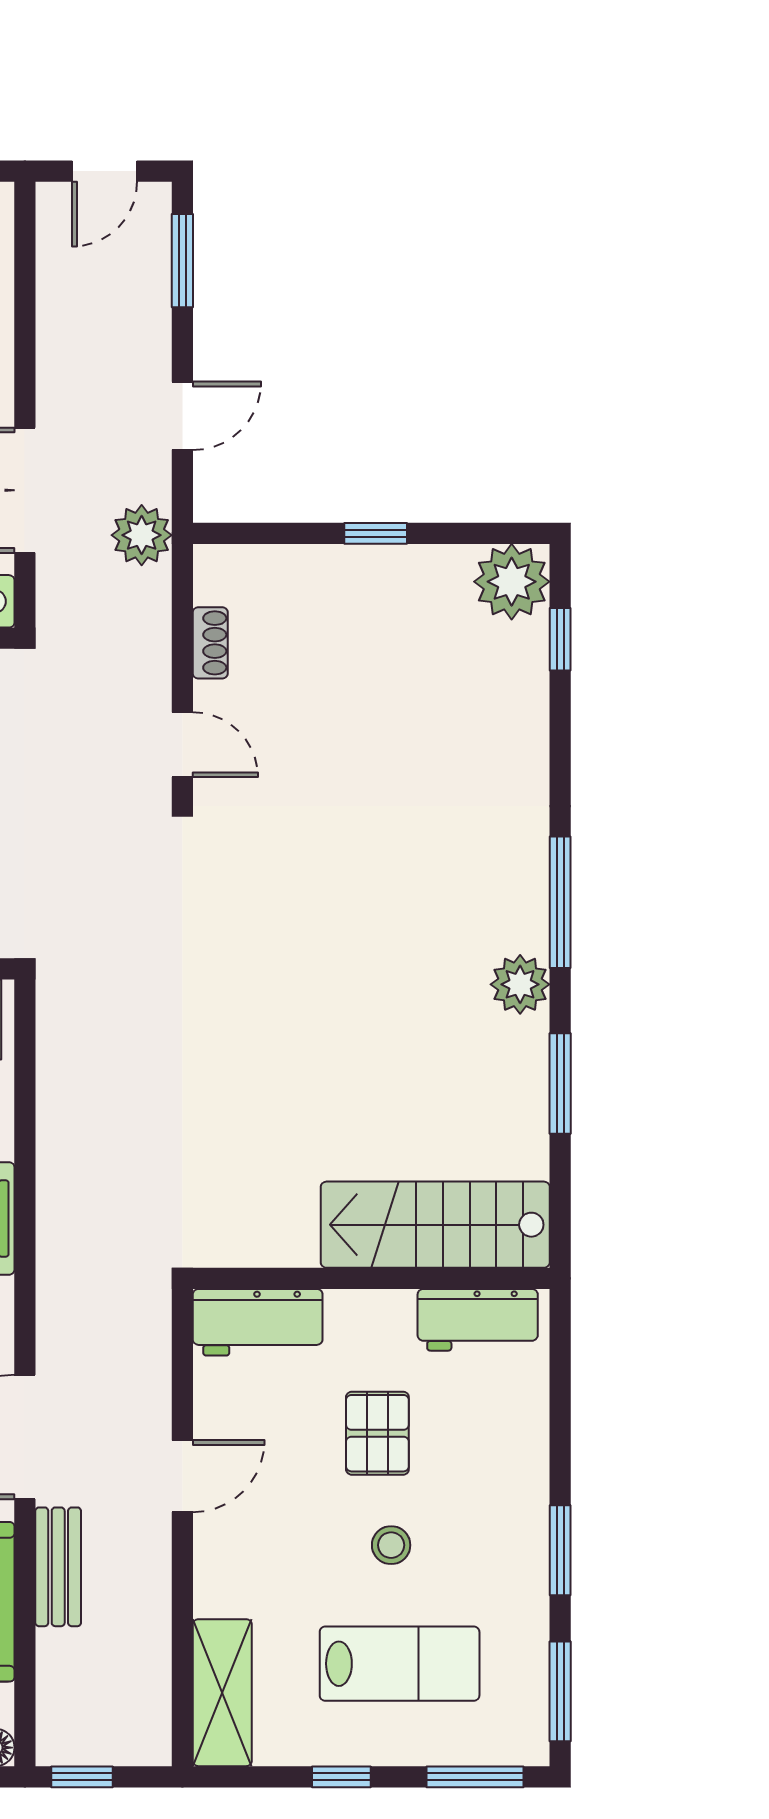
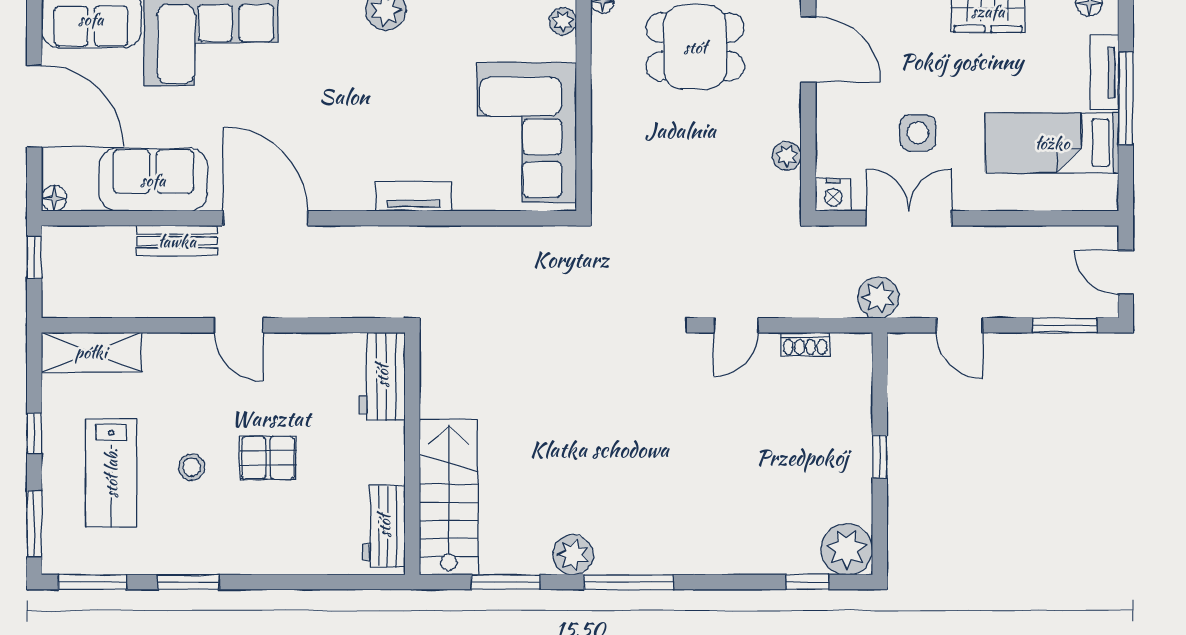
stairs: (435, 1225) -> (449, 497), moved
wall: (371, 1278) -> (412, 454), moved
workbench: (478, 1320) -> (384, 526), moved
workbench: (258, 1322) -> (382, 376), moved

